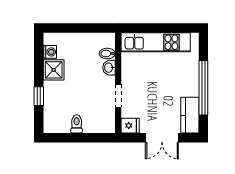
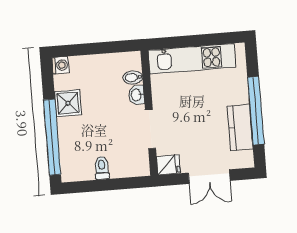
washing machine: (50, 52) -> (60, 65), moved
window: (39, 96) -> (52, 137), width x3.17
doorway: (118, 96) -> (151, 129), width x1.38
kitchen counter: (190, 115) -> (240, 127), moved

